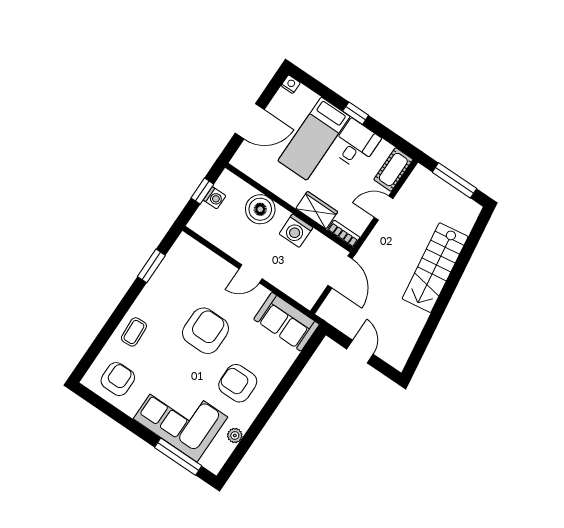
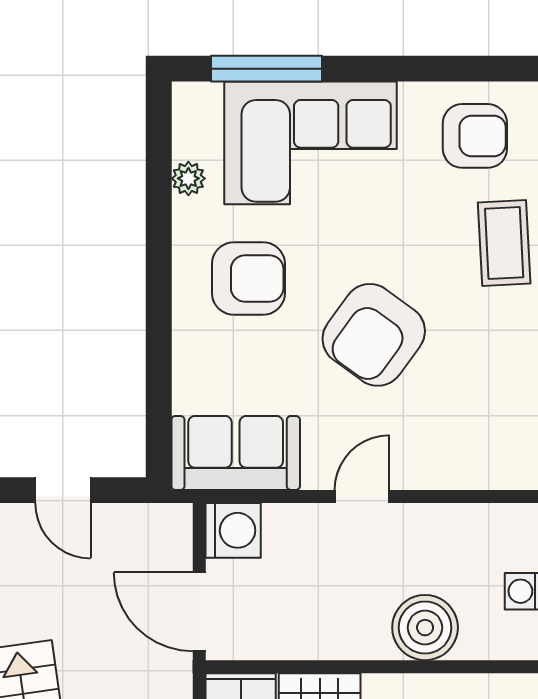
washing machine: (296, 231) -> (233, 530), moved, turned 90
armchair: (205, 331) -> (374, 335), turned 36
coffee table: (134, 332) -> (504, 243), width x1.36, depth x1.30
armchair: (118, 379) -> (475, 136), turned -90

